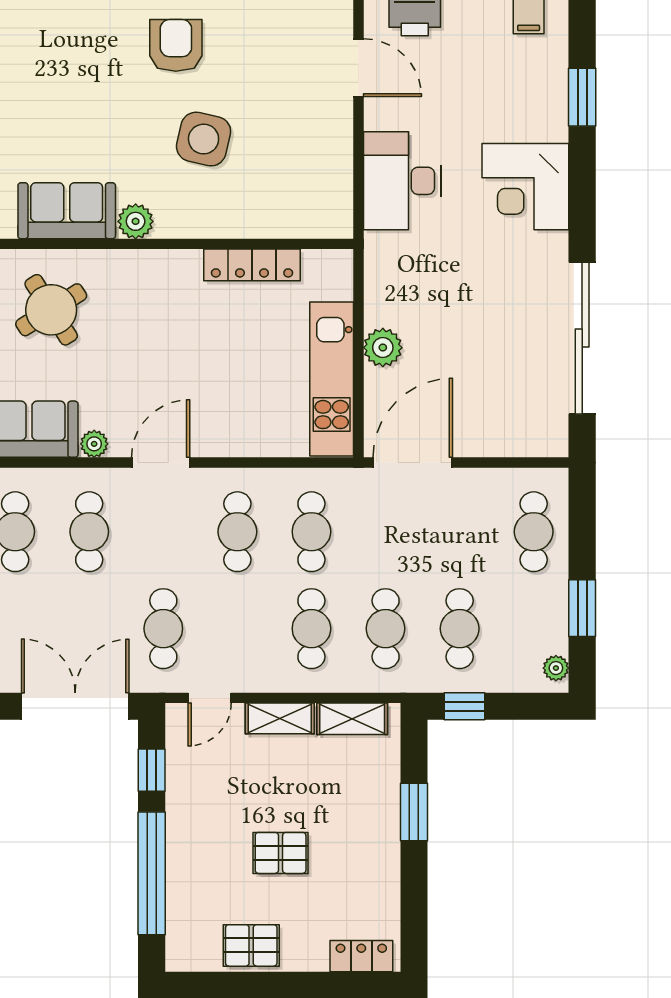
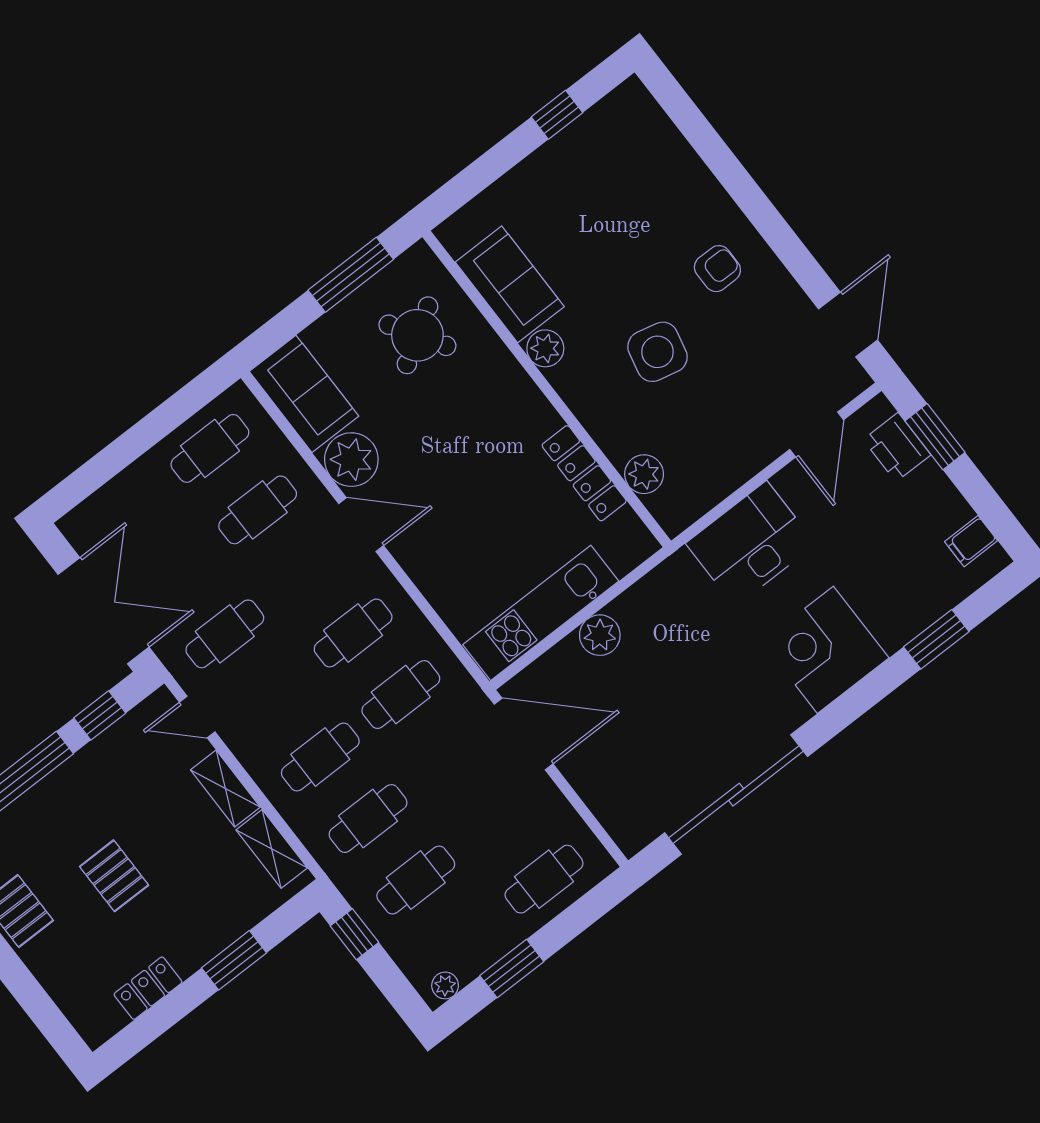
armchair: (176, 45) -> (717, 269), width x0.72, depth x0.72
plant: (288, 220) -> (644, 474), added
plant: (94, 444) -> (351, 460), width x1.87, depth x1.87
locker: (361, 956) -> (148, 988), moved, turned -90

